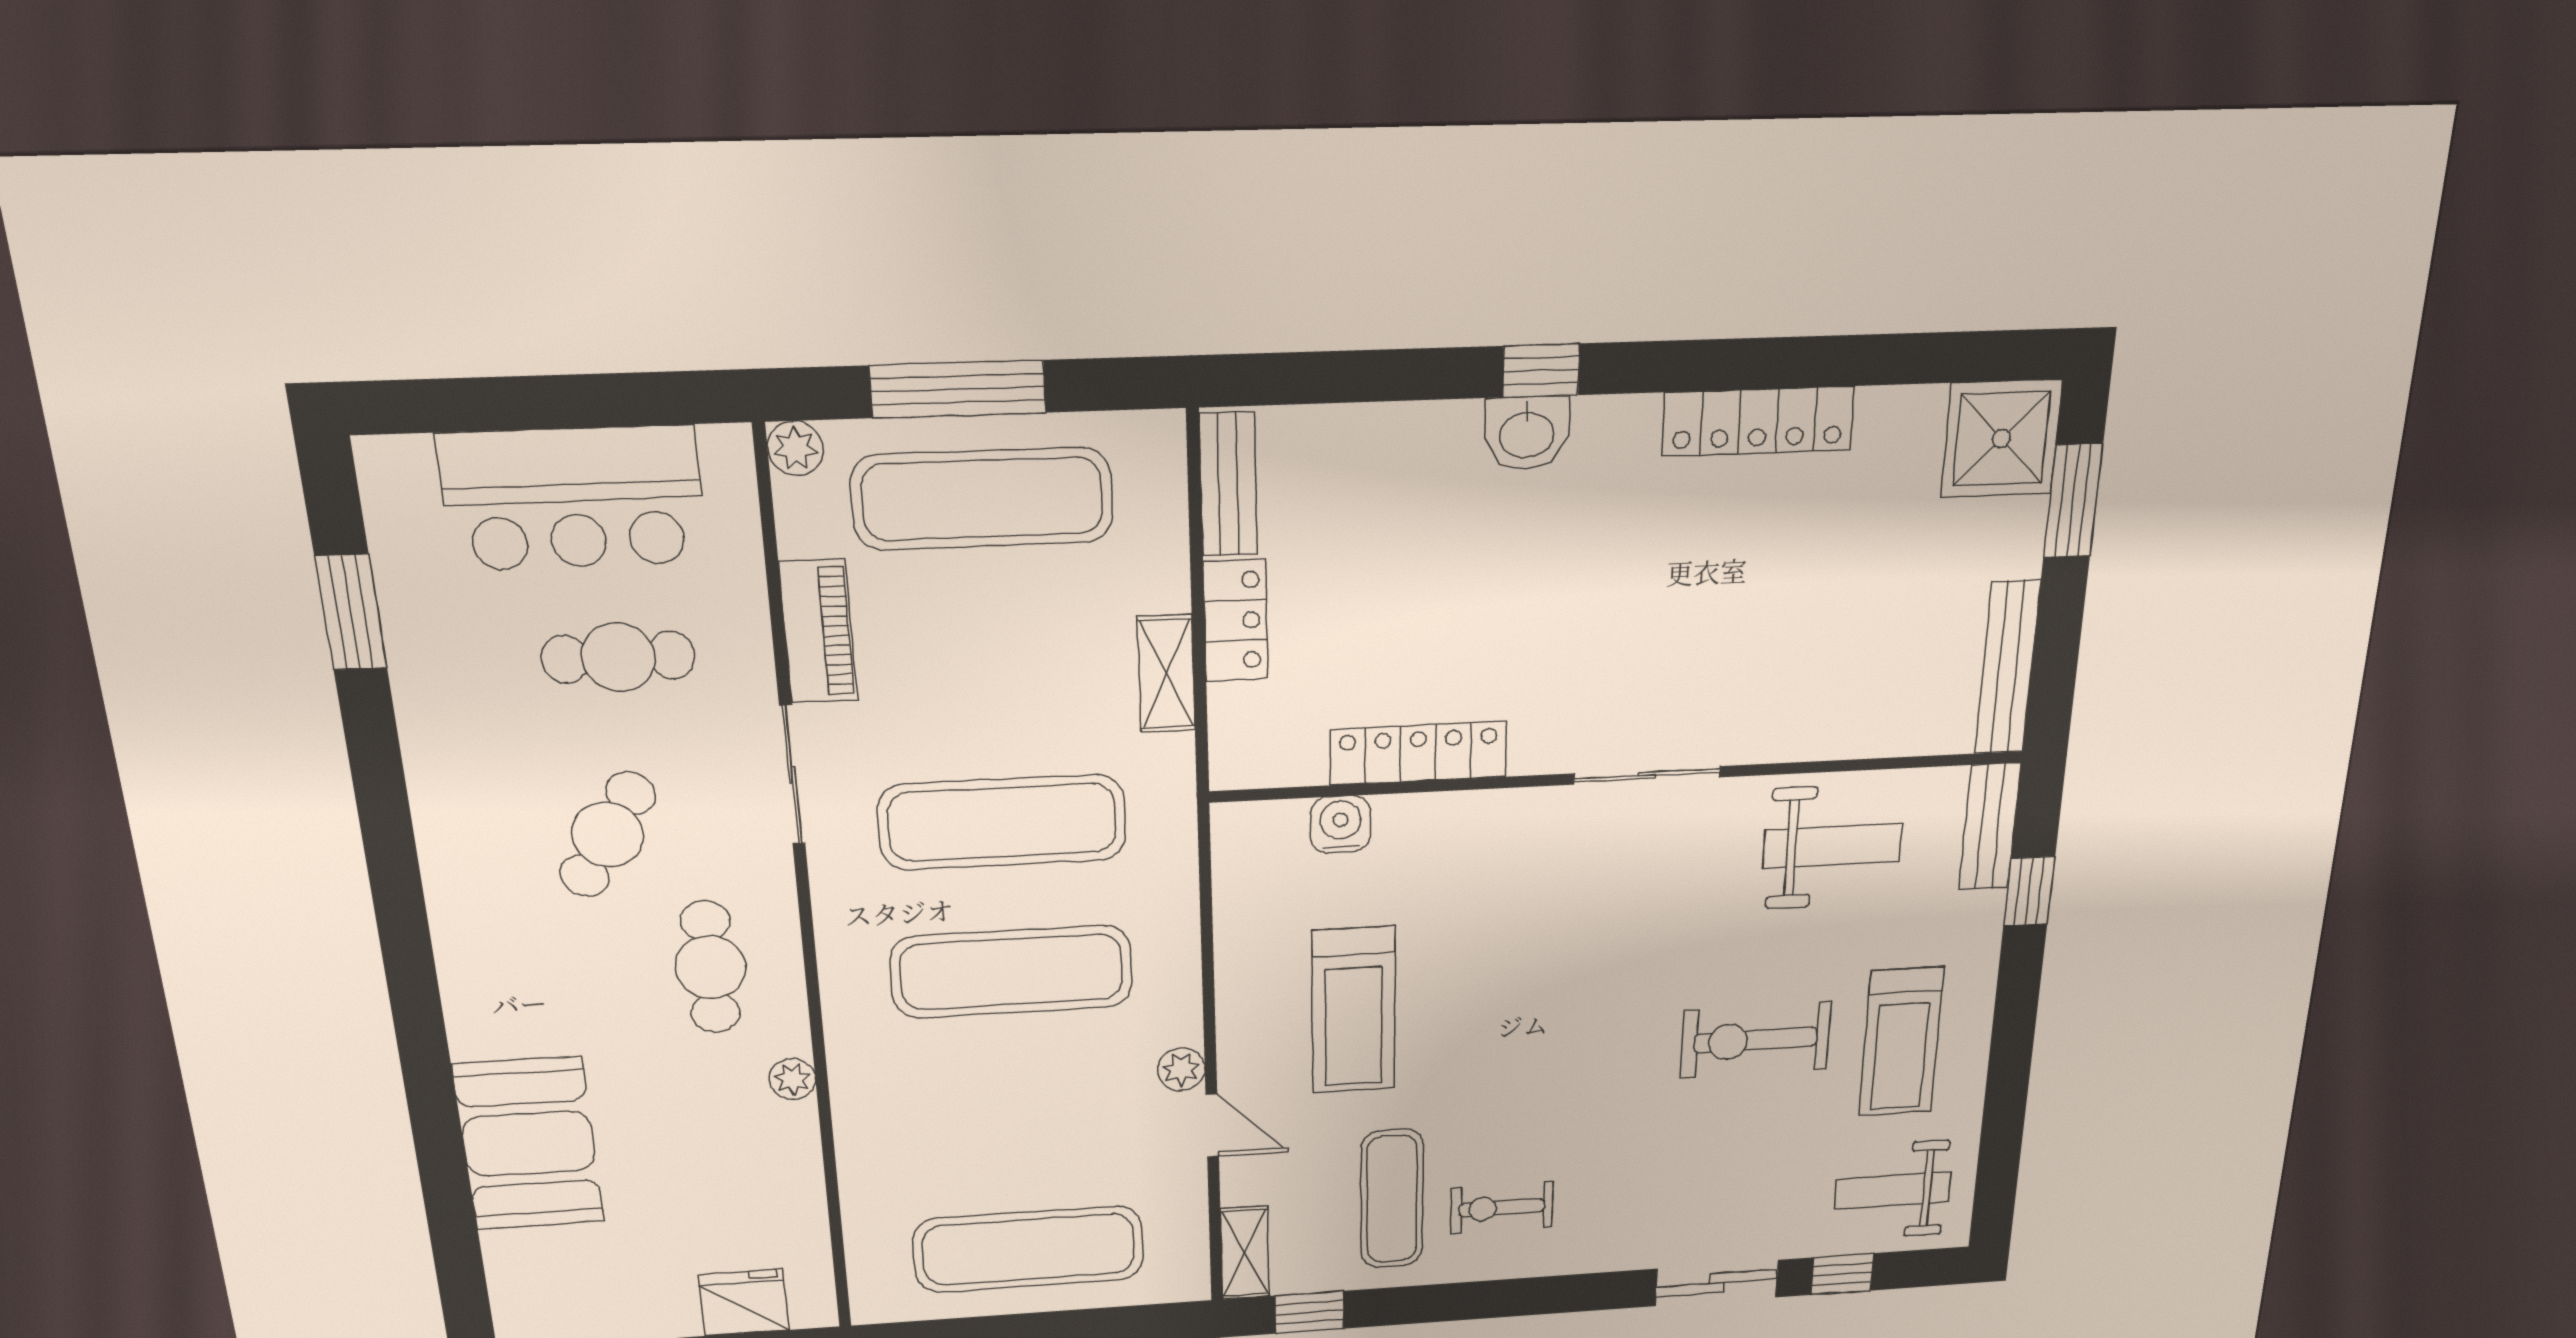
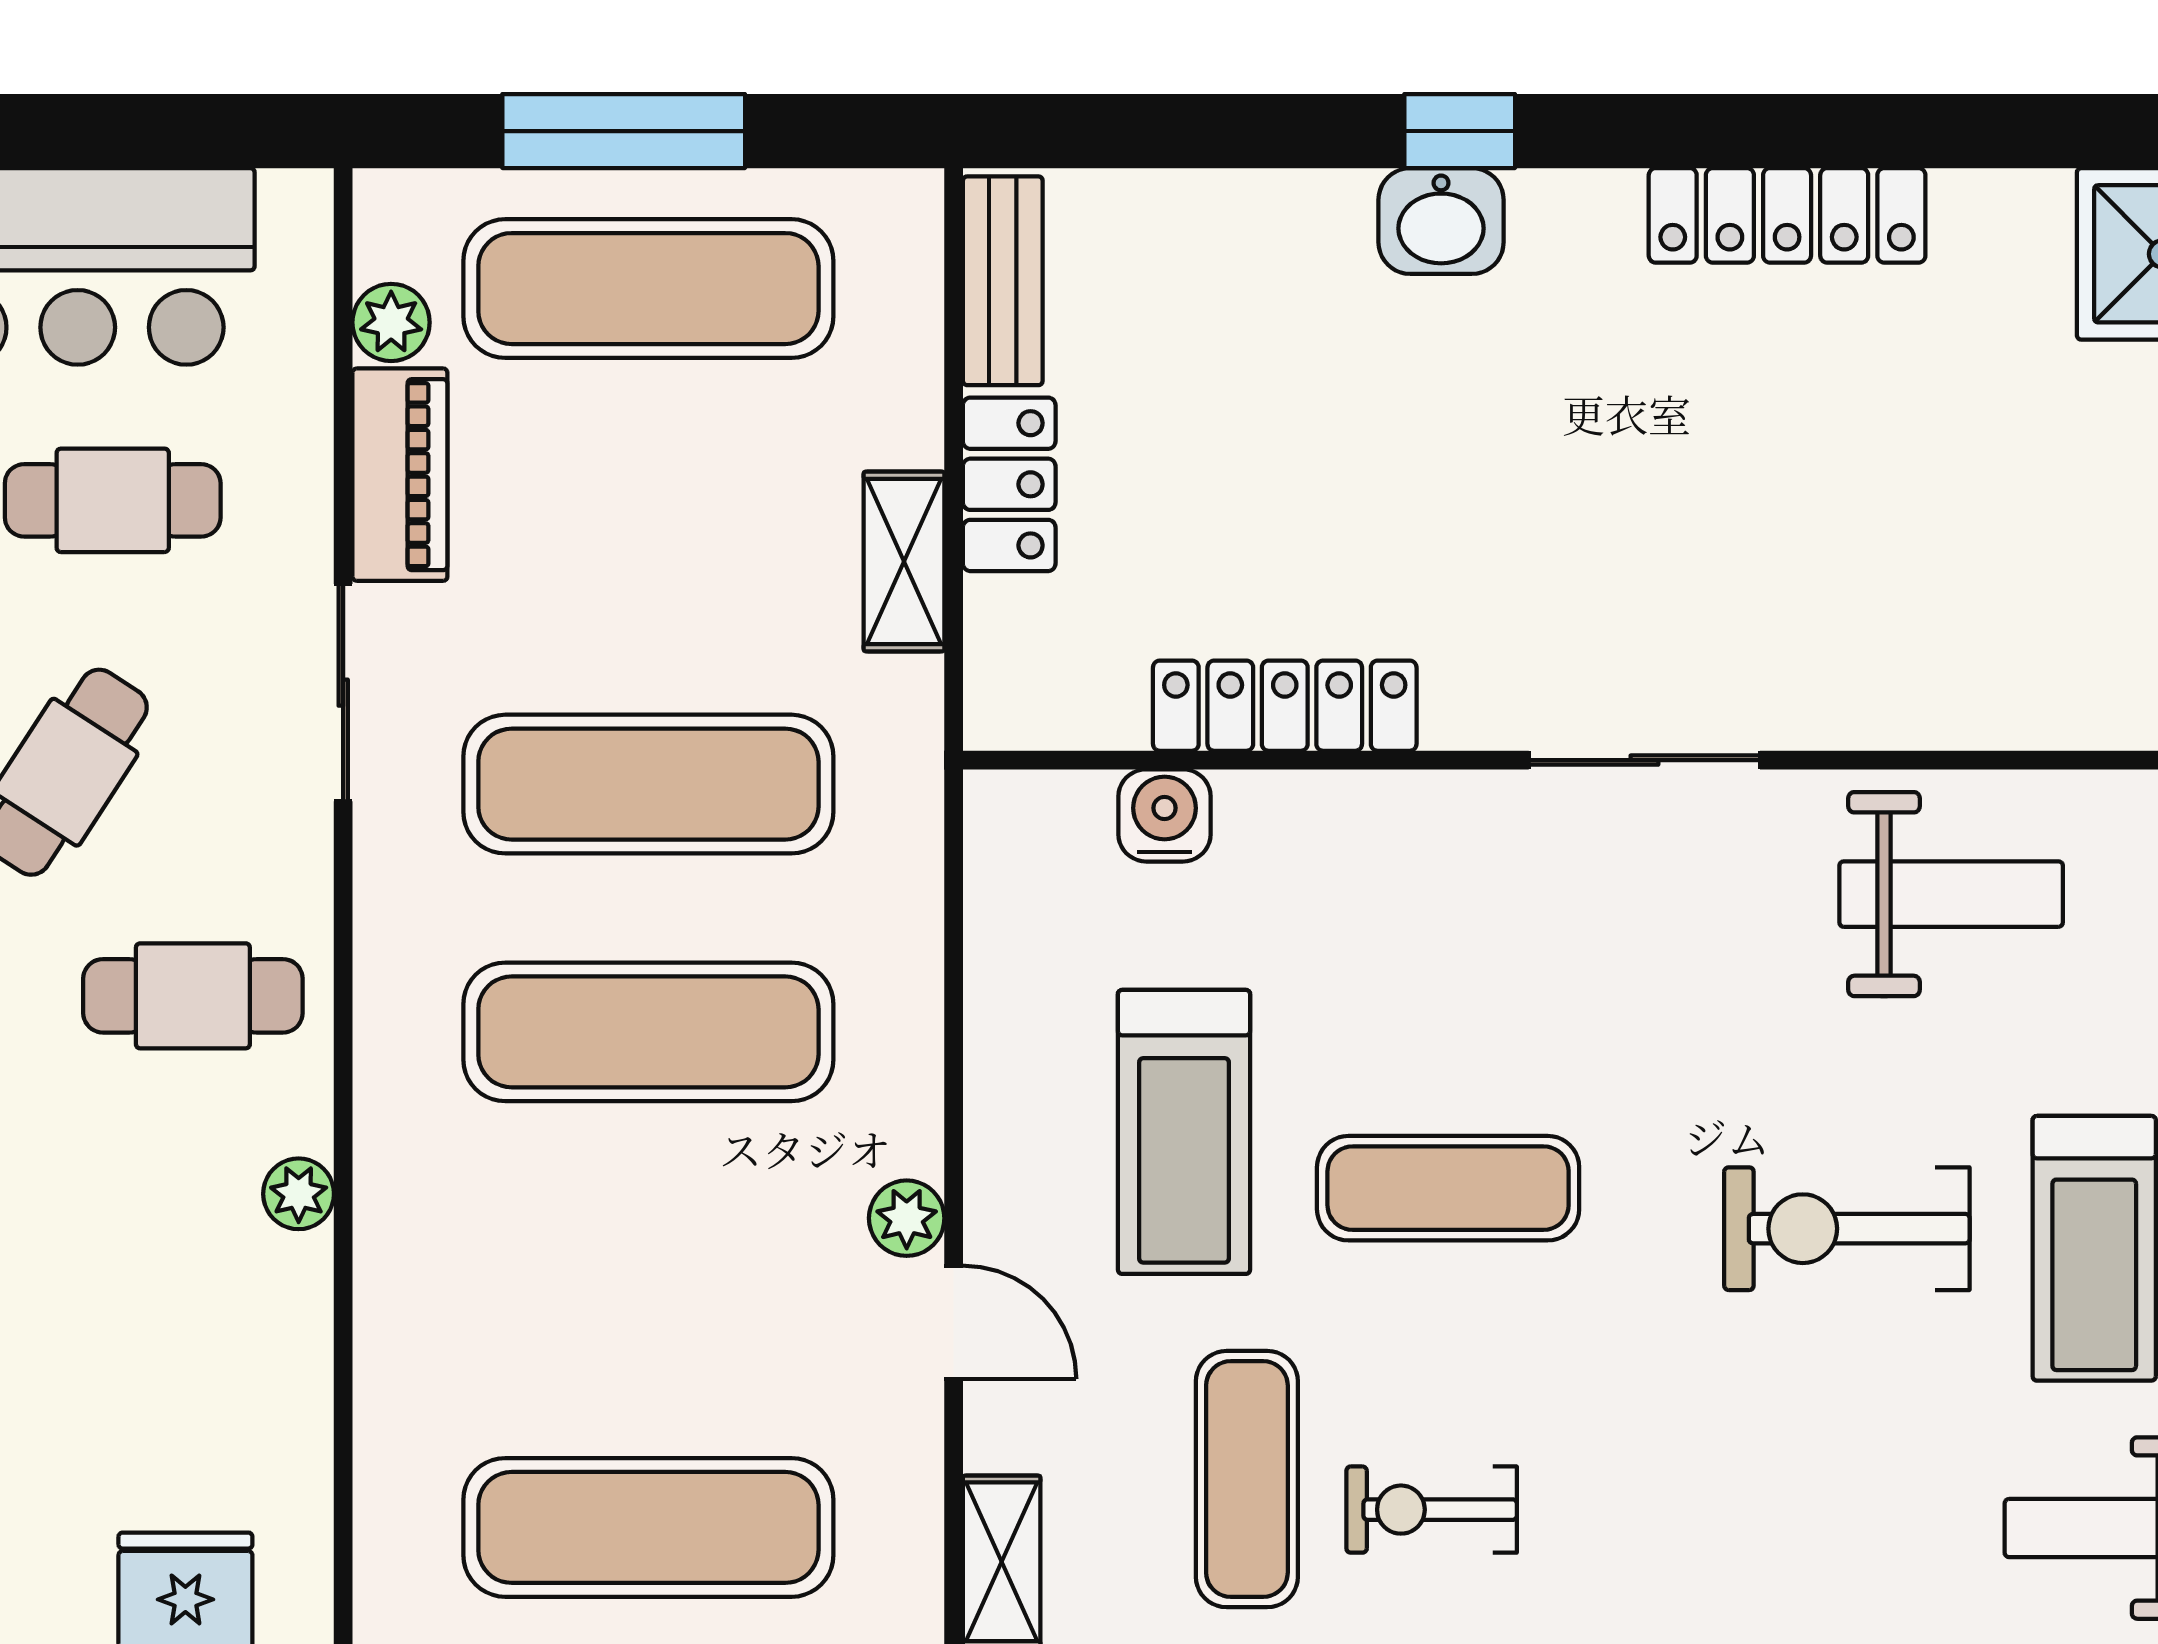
plant: (795, 448) -> (391, 322), moved
cafe table: (710, 967) -> (193, 996), turned 90
exercise mat: (1516, 1032) -> (1448, 1188), added

